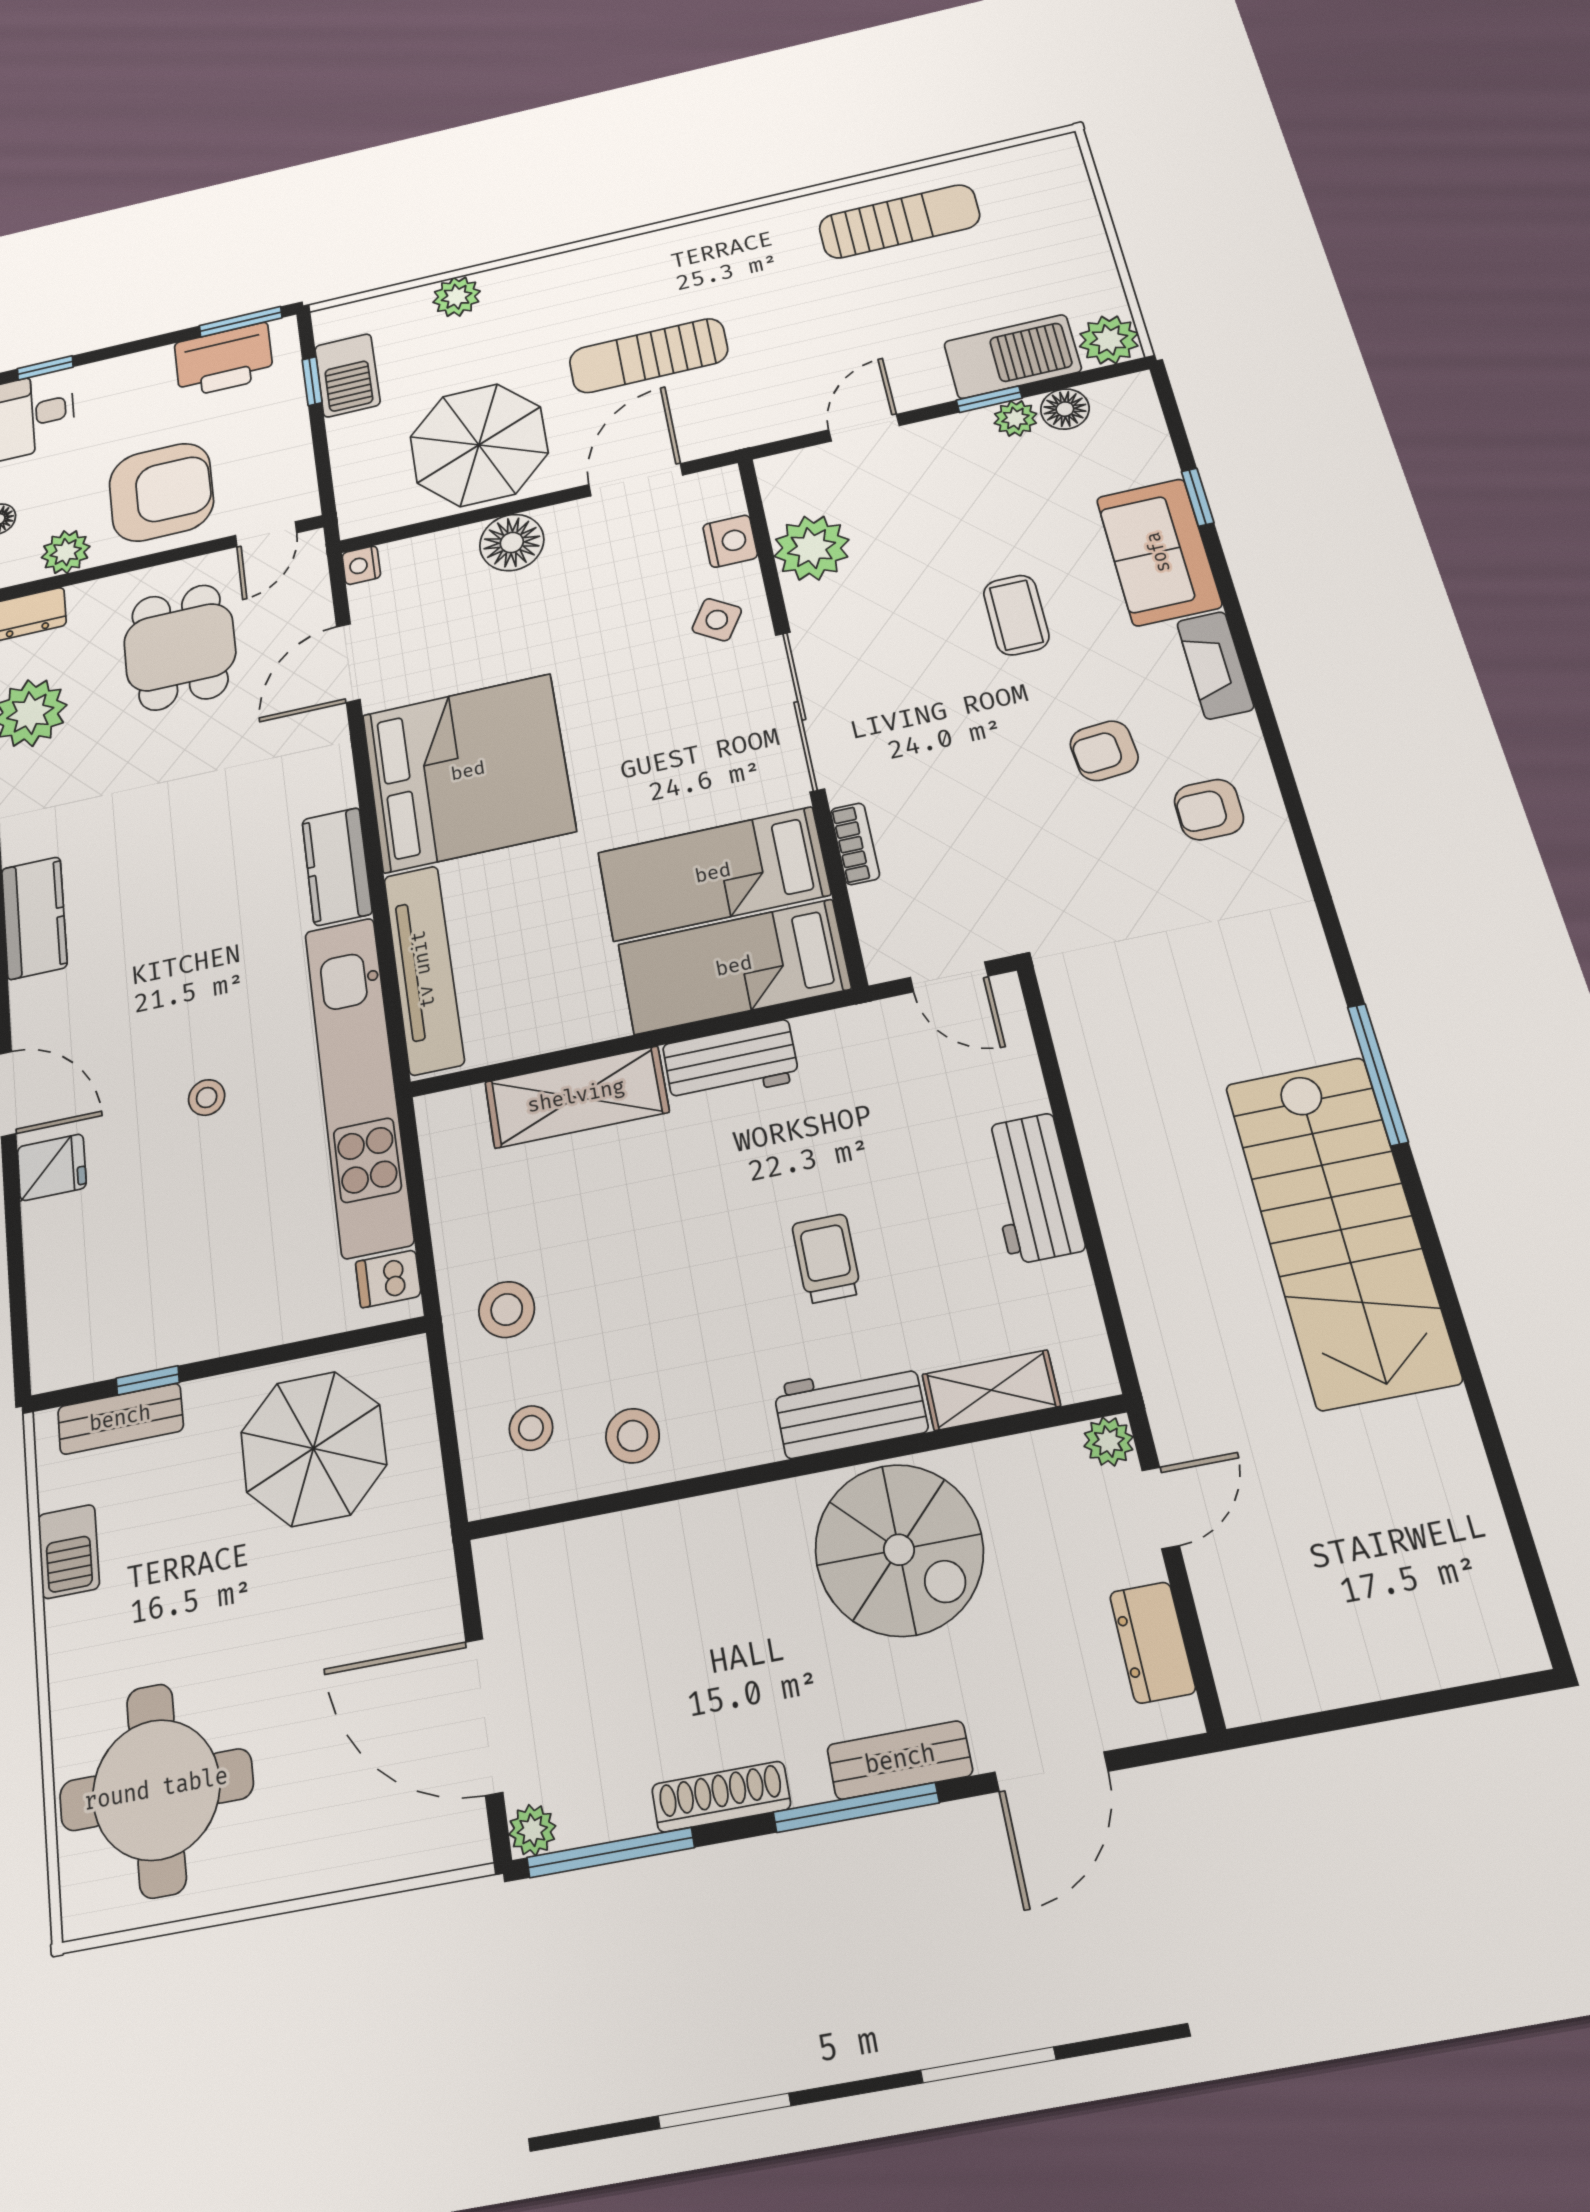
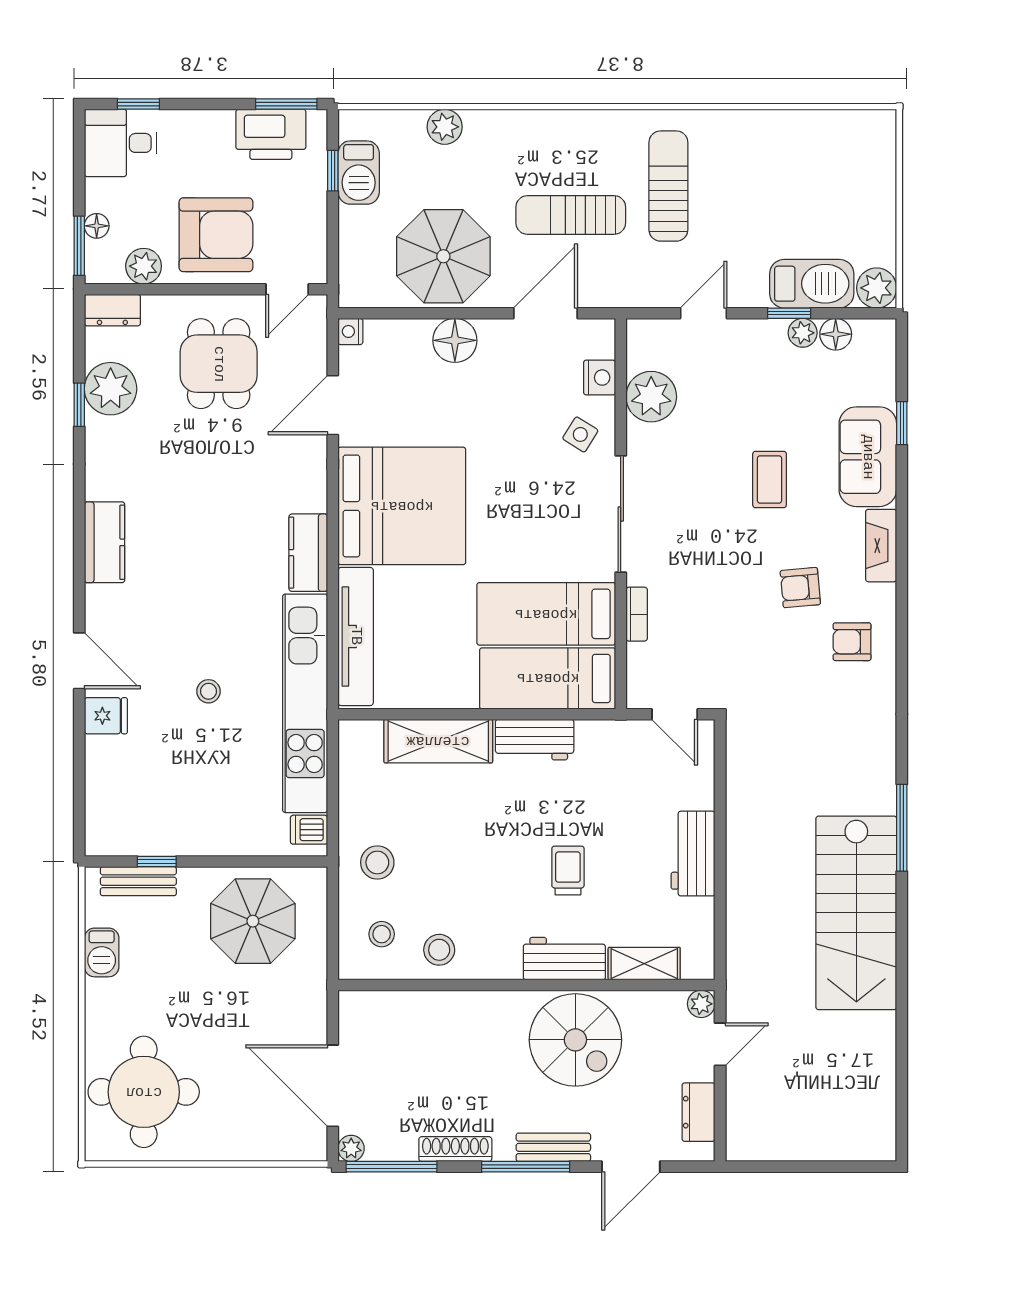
sun lounger: (899, 221) -> (668, 186), moved, turned -90

